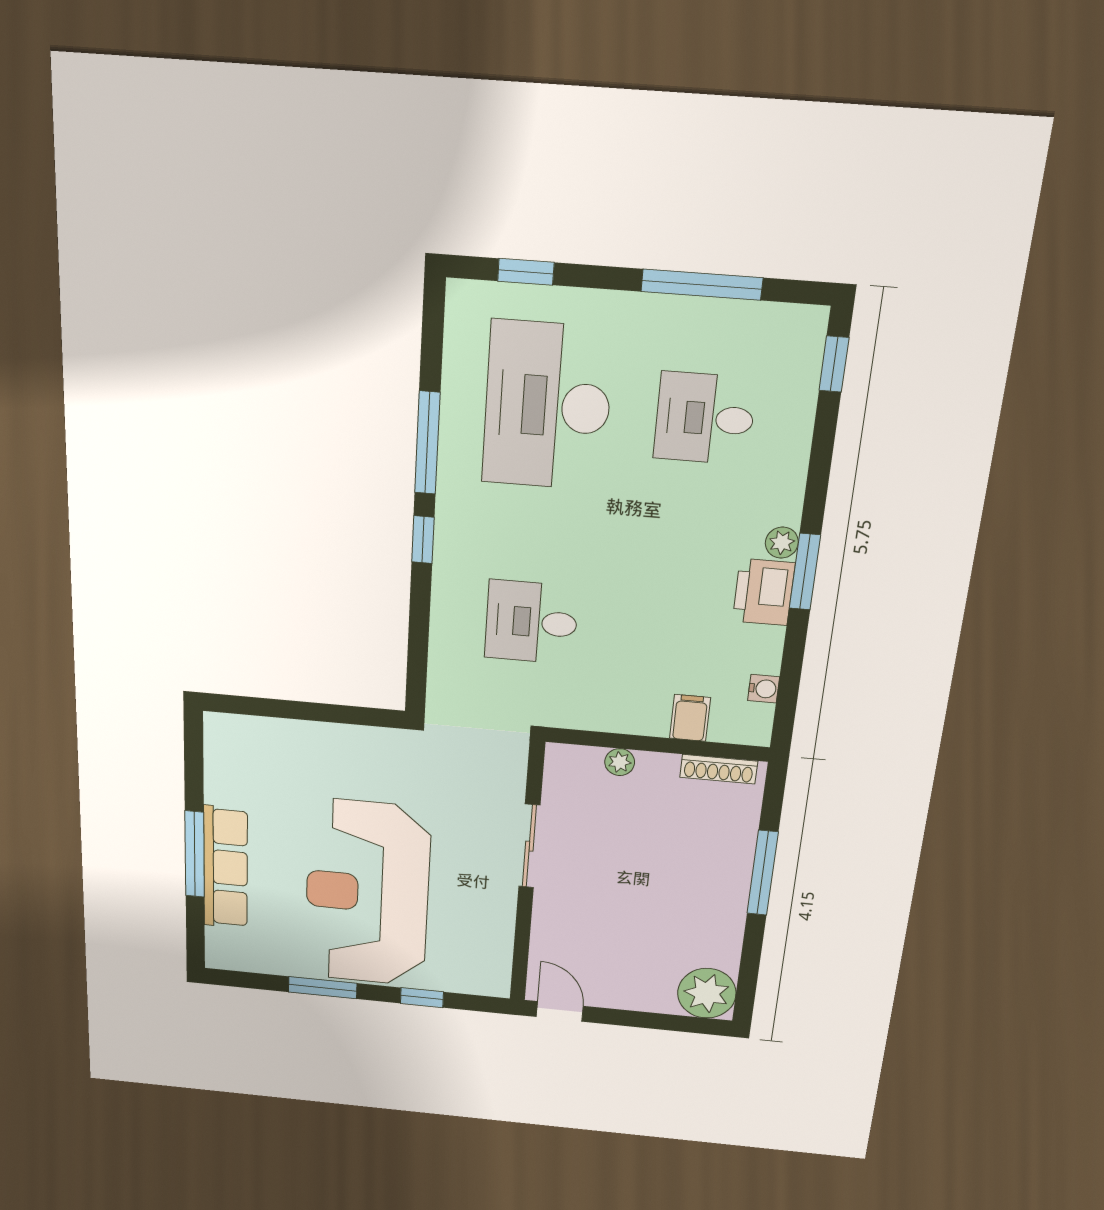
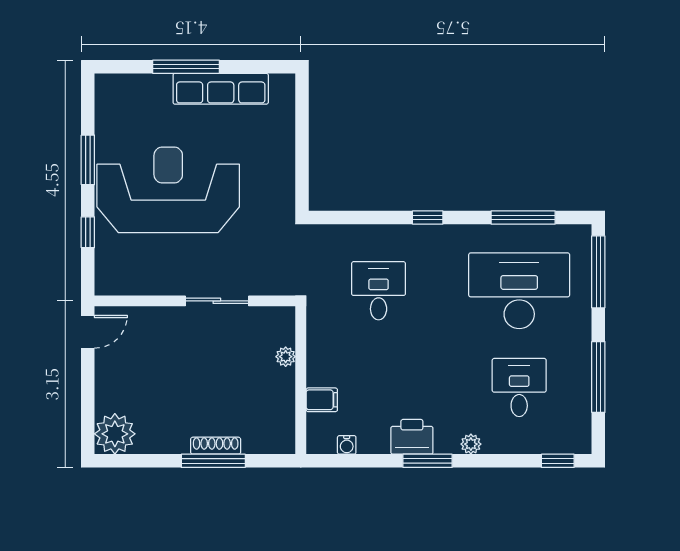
window: (526, 272) -> (598, 272), width x2.17
window: (427, 443) -> (523, 217), moved
plant: (782, 543) -> (471, 444), moved
shoe rack: (719, 769) -> (216, 446), moved, turned 90
row of seats: (226, 868) -> (221, 89), moved

